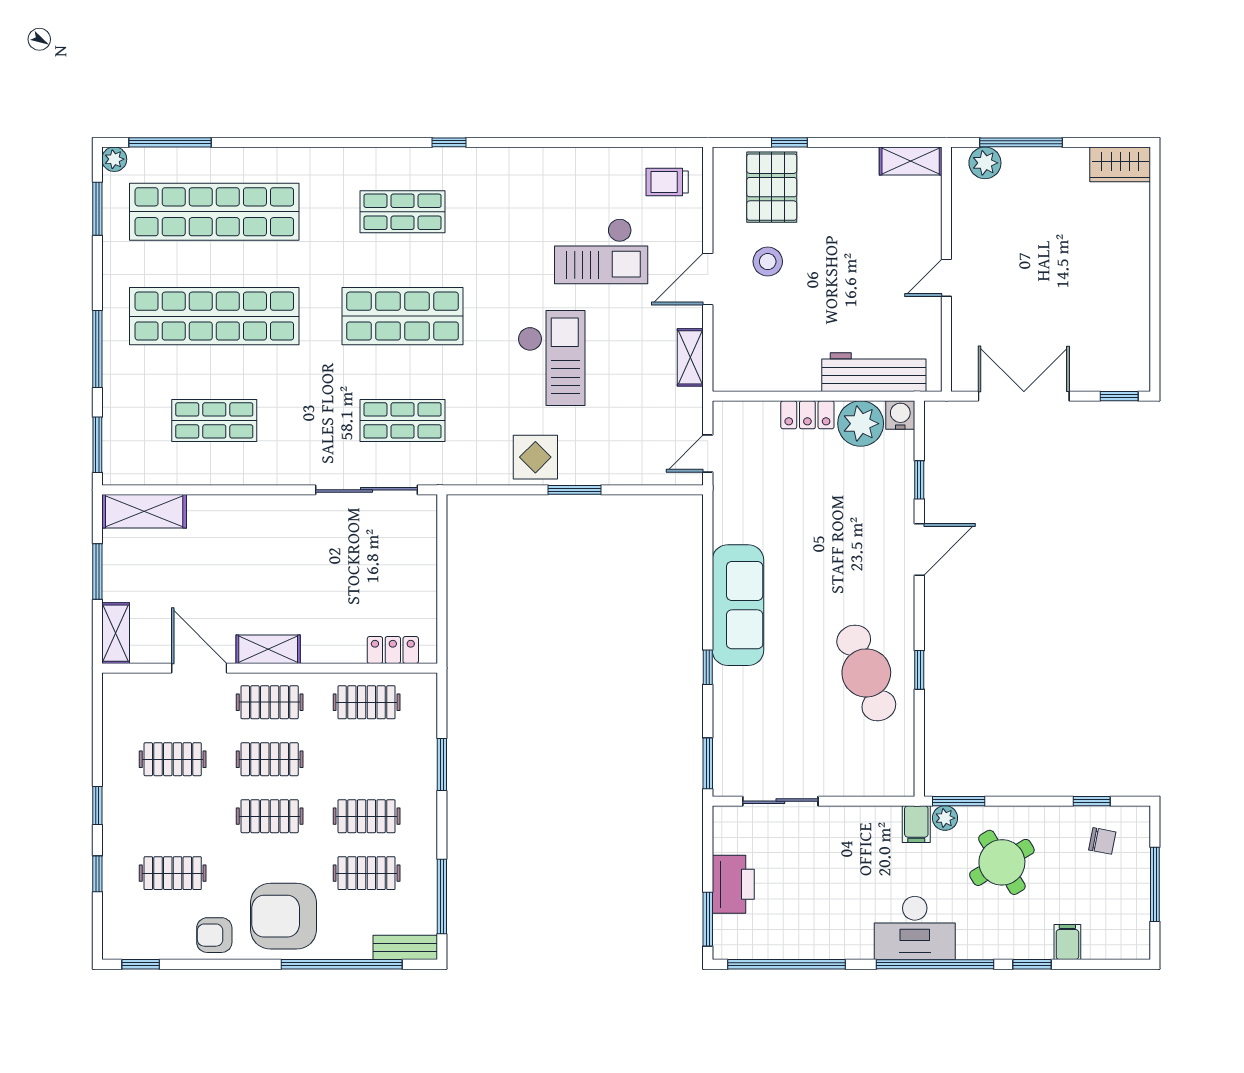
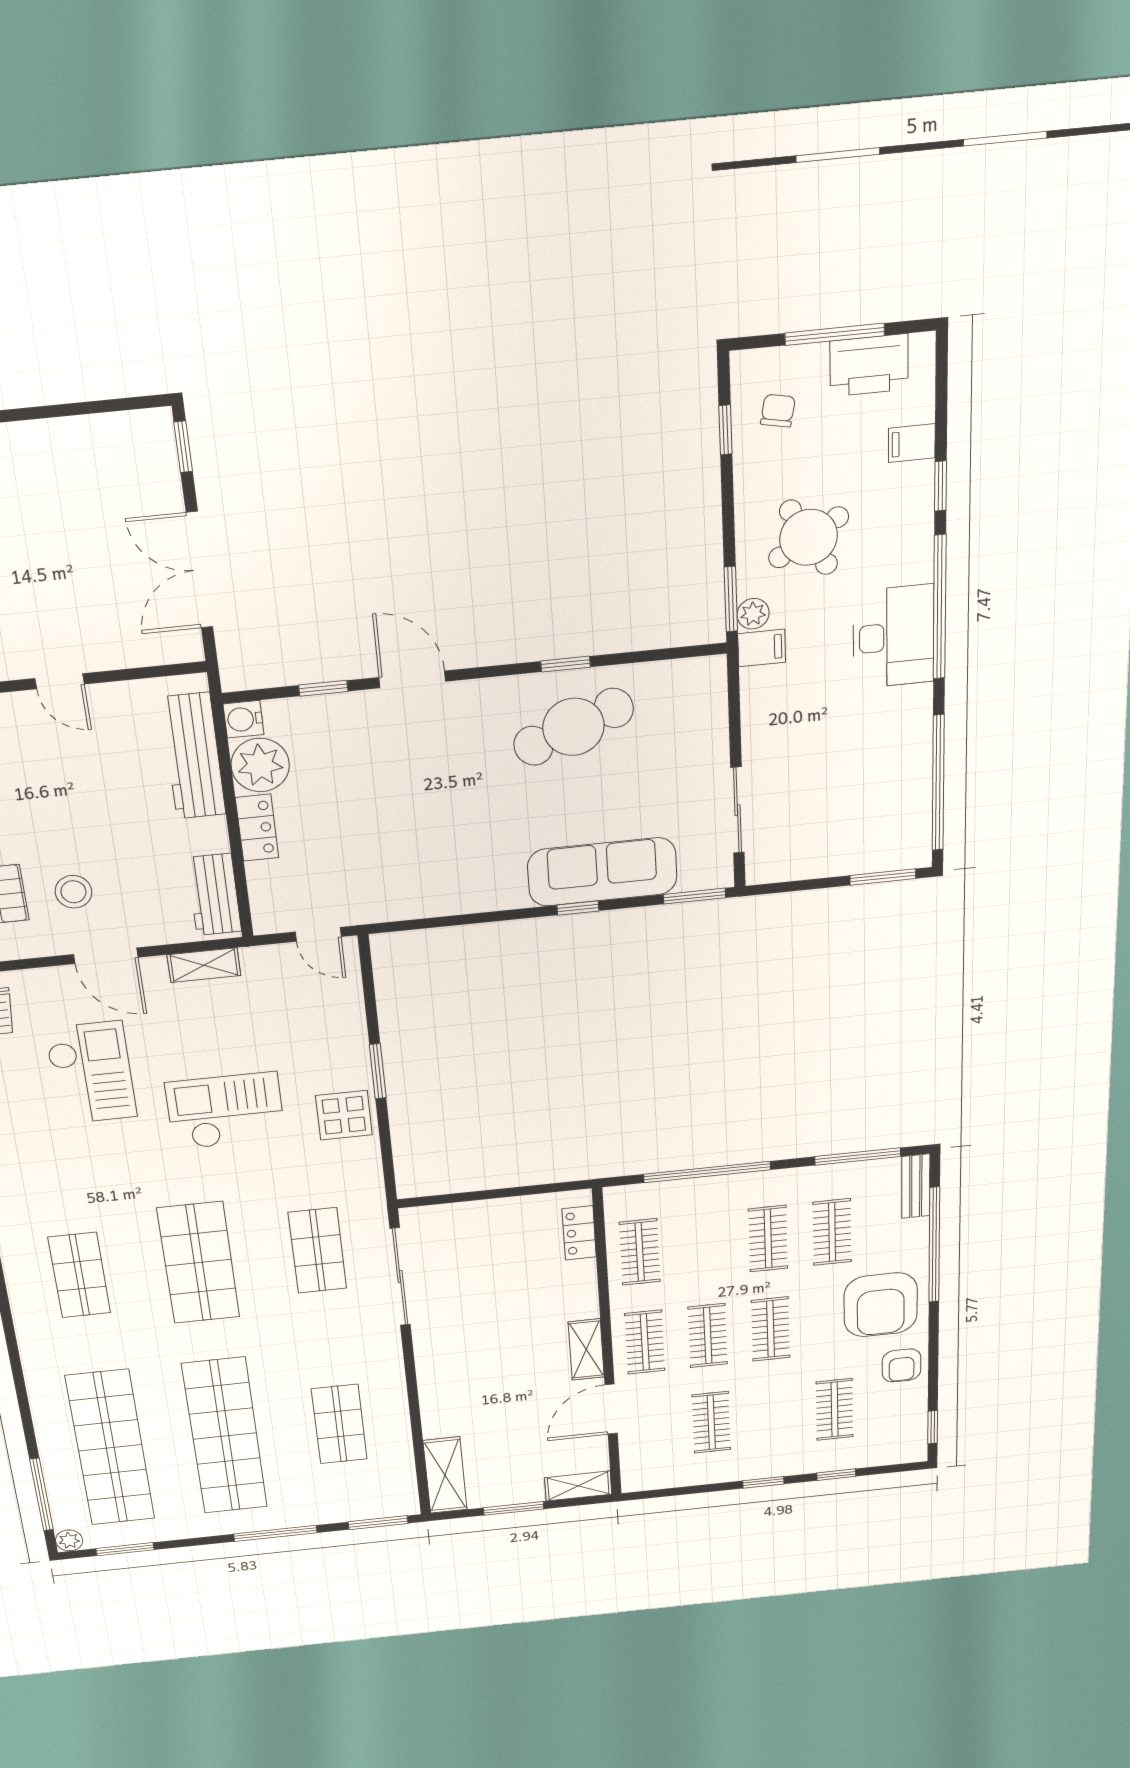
workbench: (753, 373) -> (214, 895), added
sofa: (738, 605) -> (602, 872), moved
window: (442, 765) -> (707, 1172), width x2.11
printer: (733, 884) -> (869, 365), moved, turned 180

